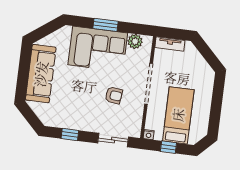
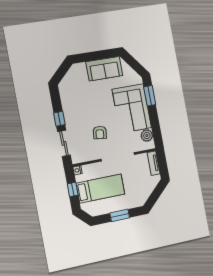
window: (105, 25) -> (150, 96), moved
sofa: (41, 74) -> (104, 69), width x0.73
window: (217, 103) -> (120, 215), added
window: (70, 135) -> (59, 119), moved

